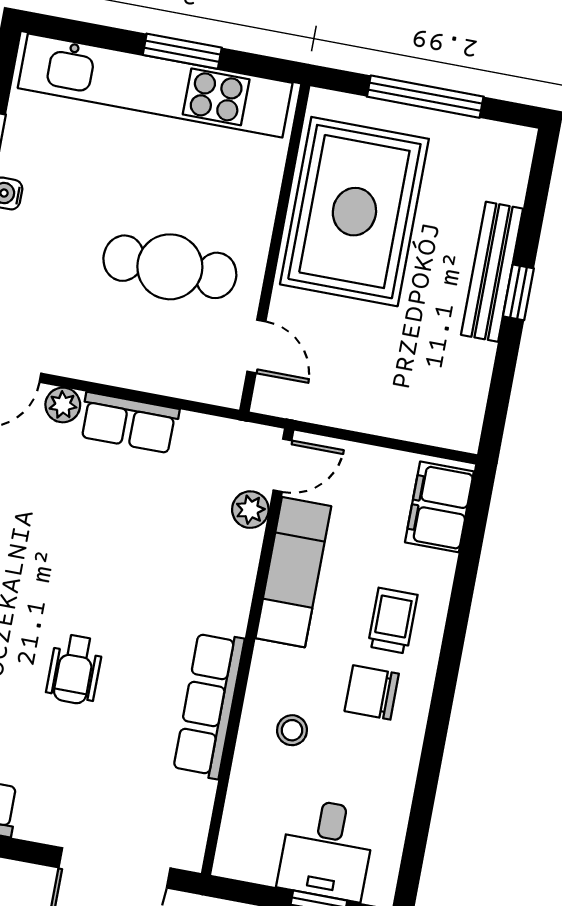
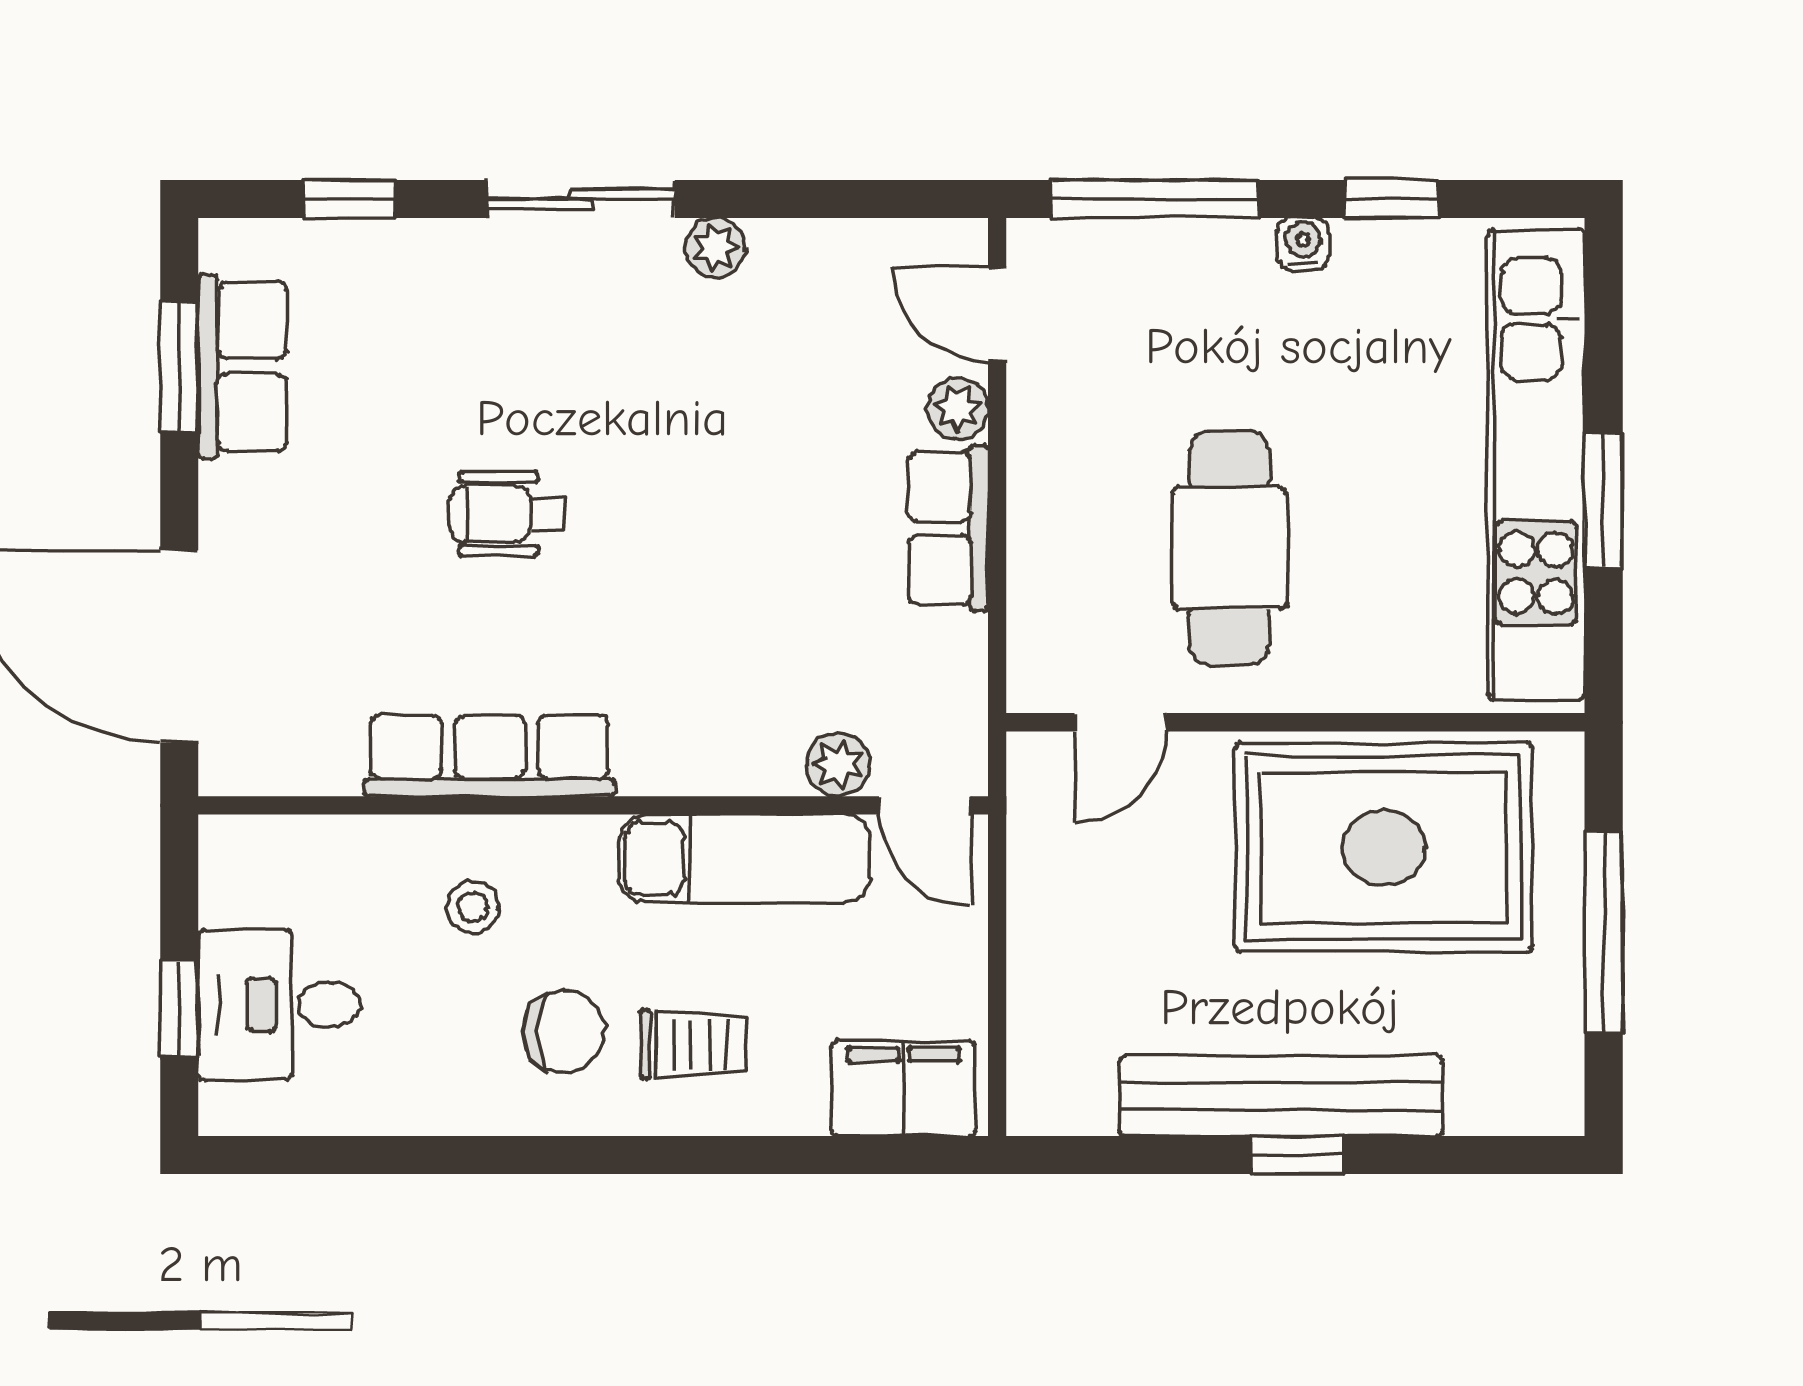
bench: (492, 272) -> (1281, 1096), width x1.37, depth x1.21
chair: (372, 692) -> (563, 1032), turned 90

